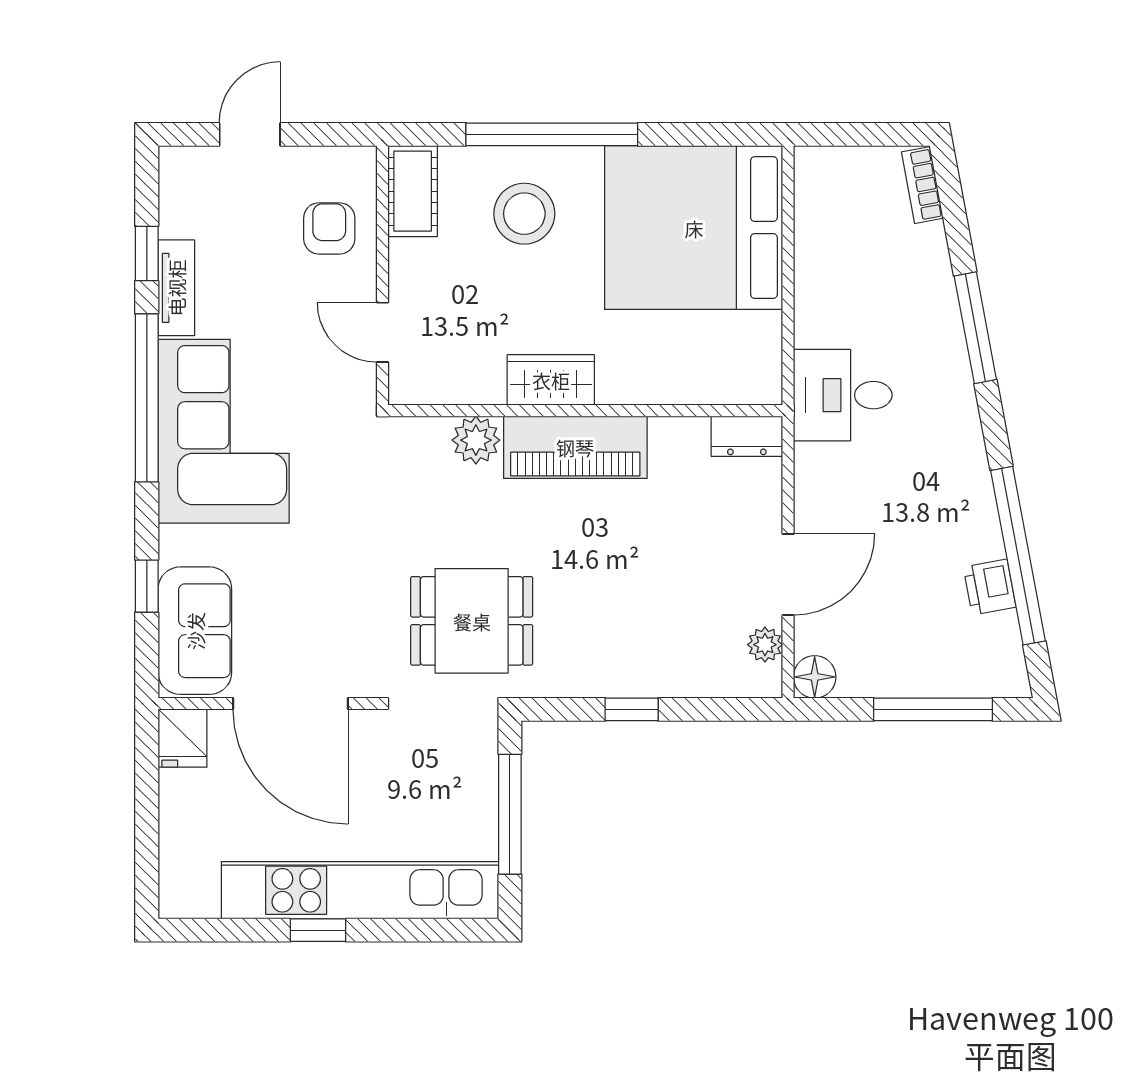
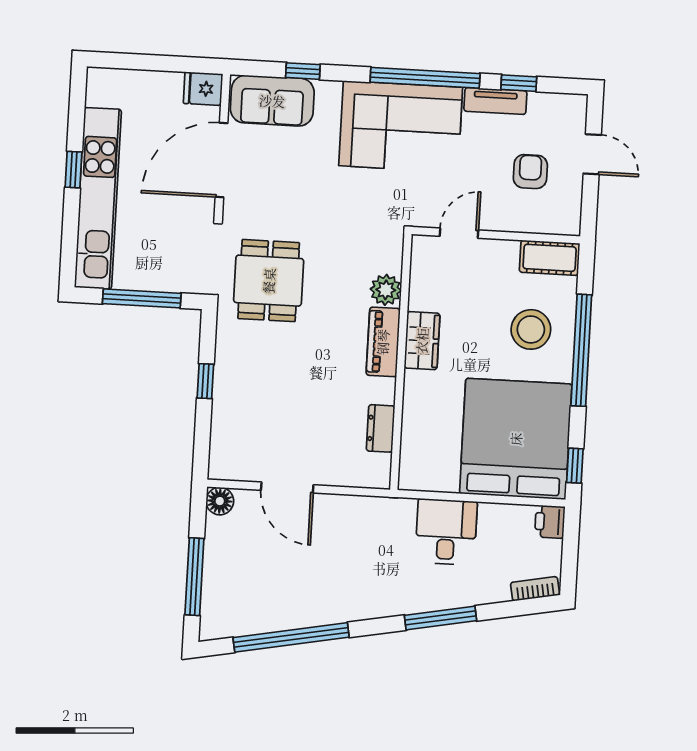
window: (730, 134) -> (575, 466), added
armchair: (329, 228) -> (530, 172), moved, turned -90
desk: (843, 395) -> (446, 532), moved
dresser: (747, 436) -> (381, 428), moved
piano: (575, 447) -> (383, 342), width x0.73, depth x0.75
printer: (990, 587) -> (550, 522), moved, turned -79
plant: (765, 645) -> (243, 470), removed

